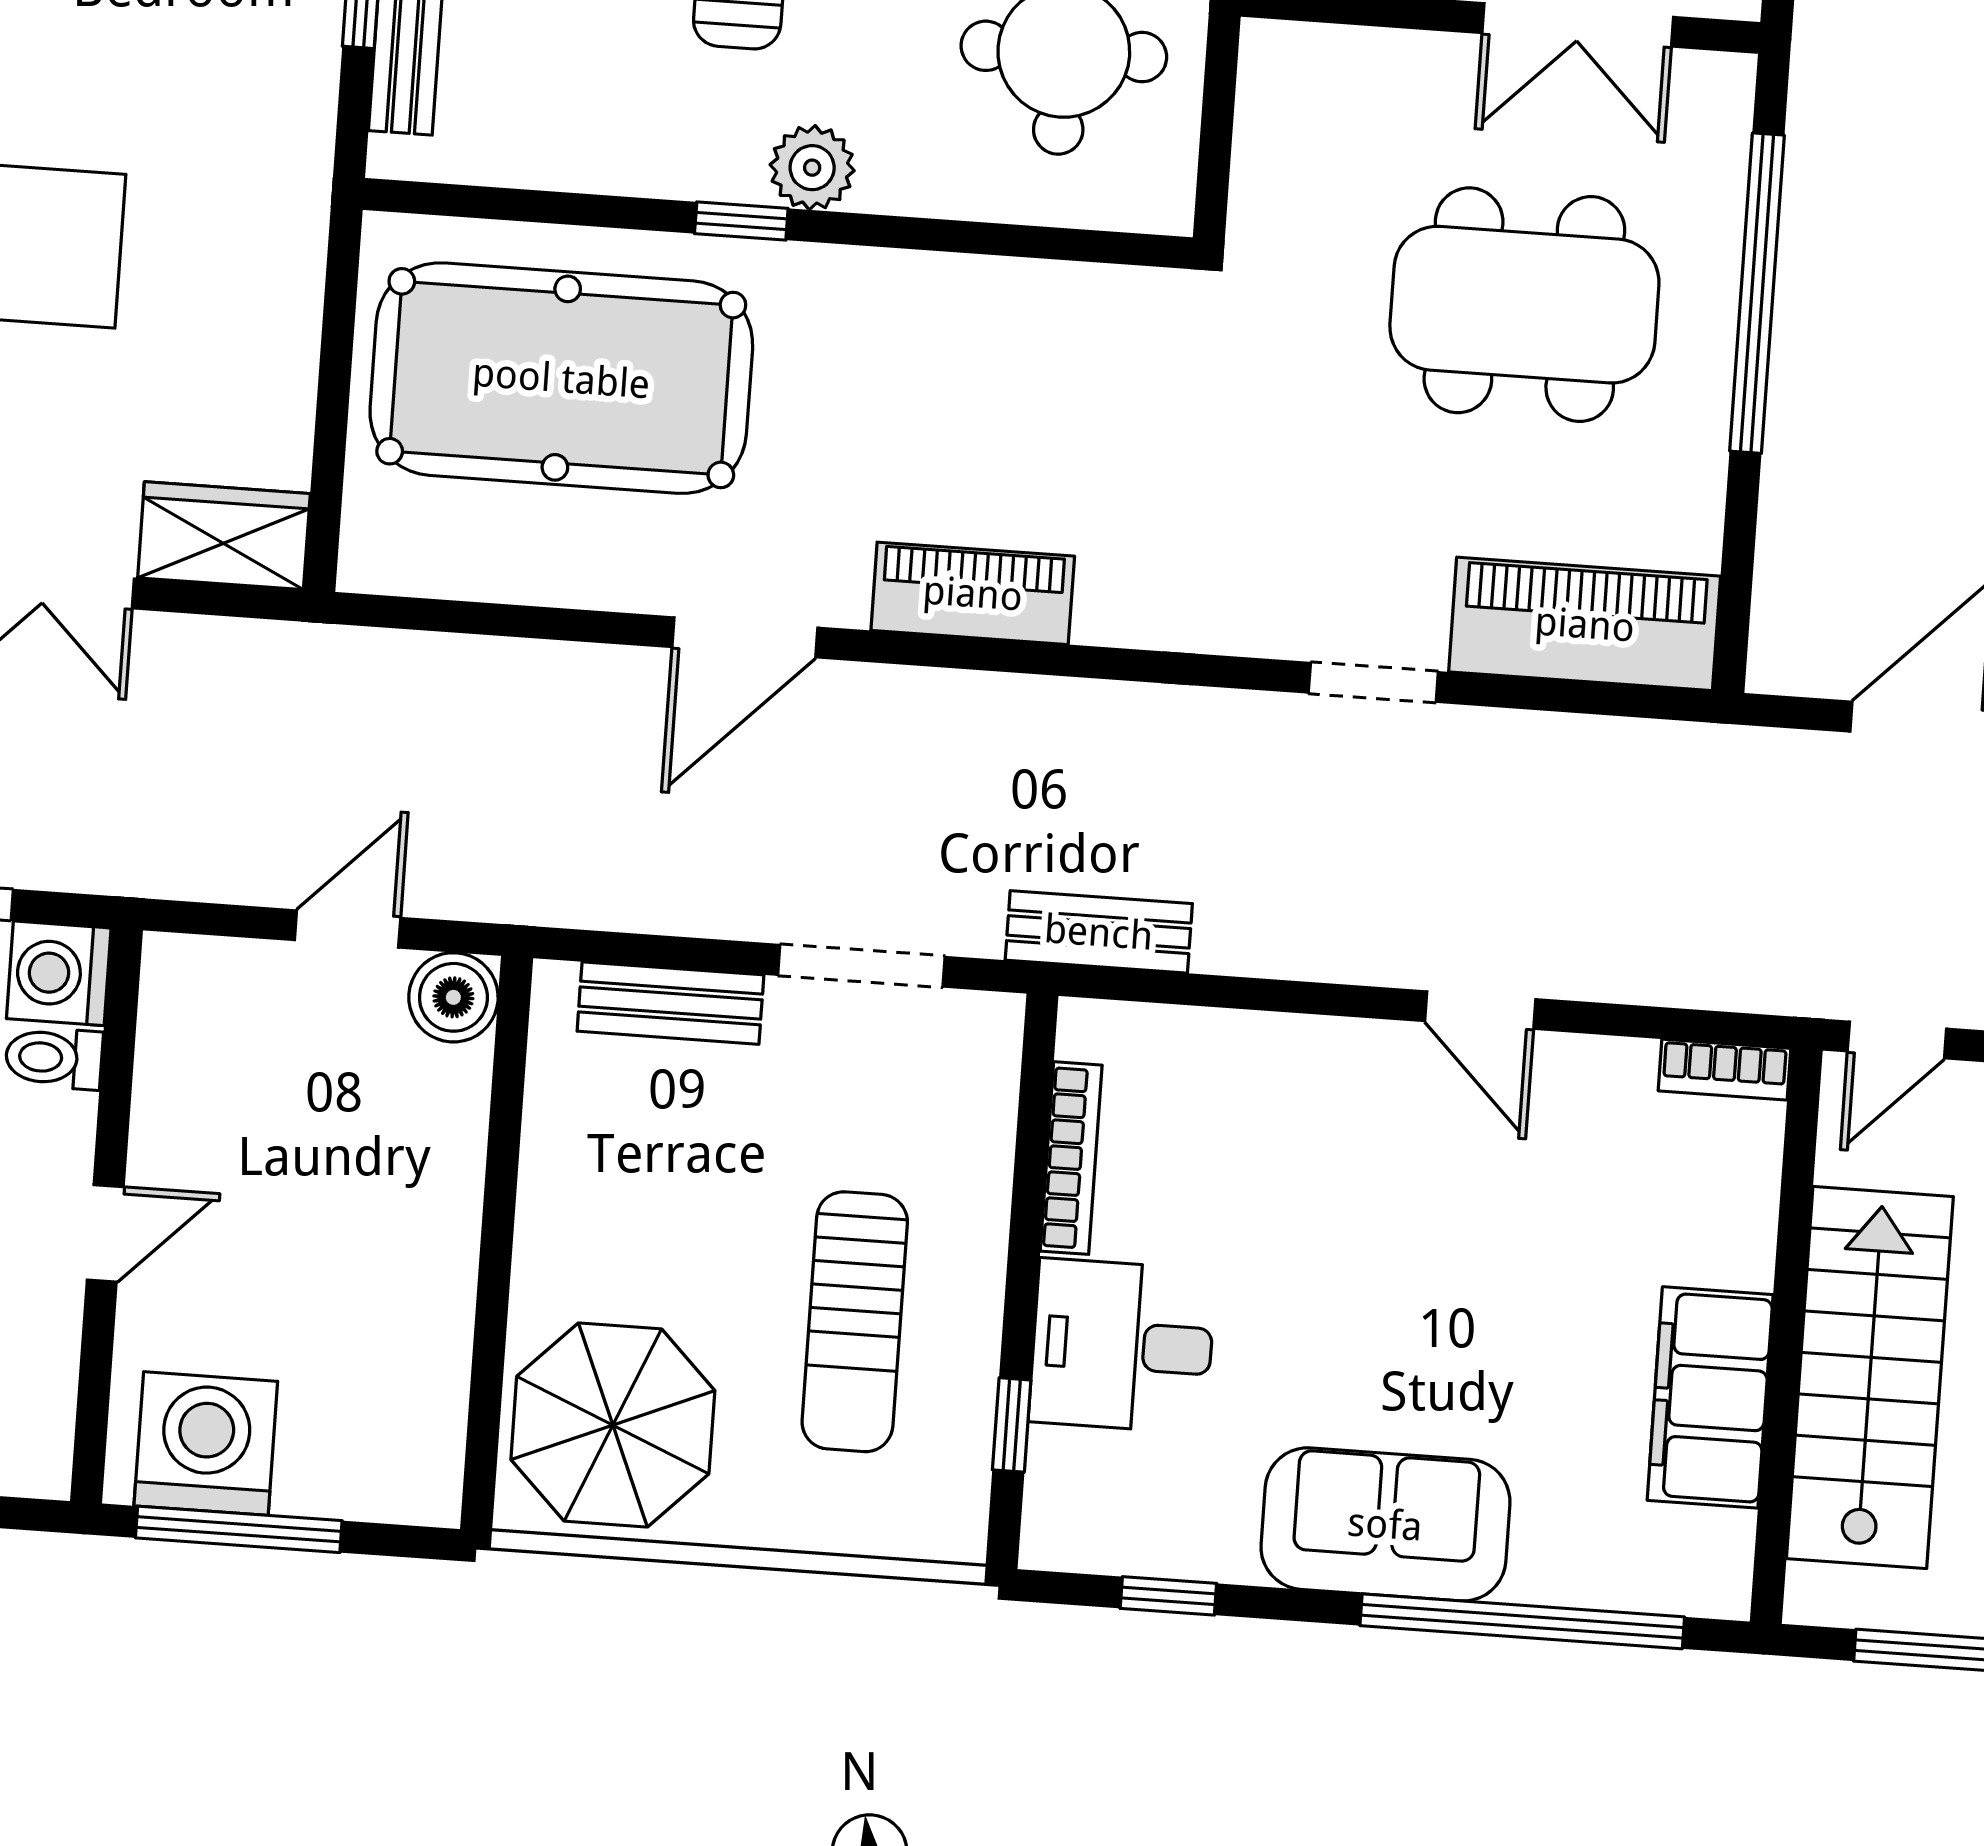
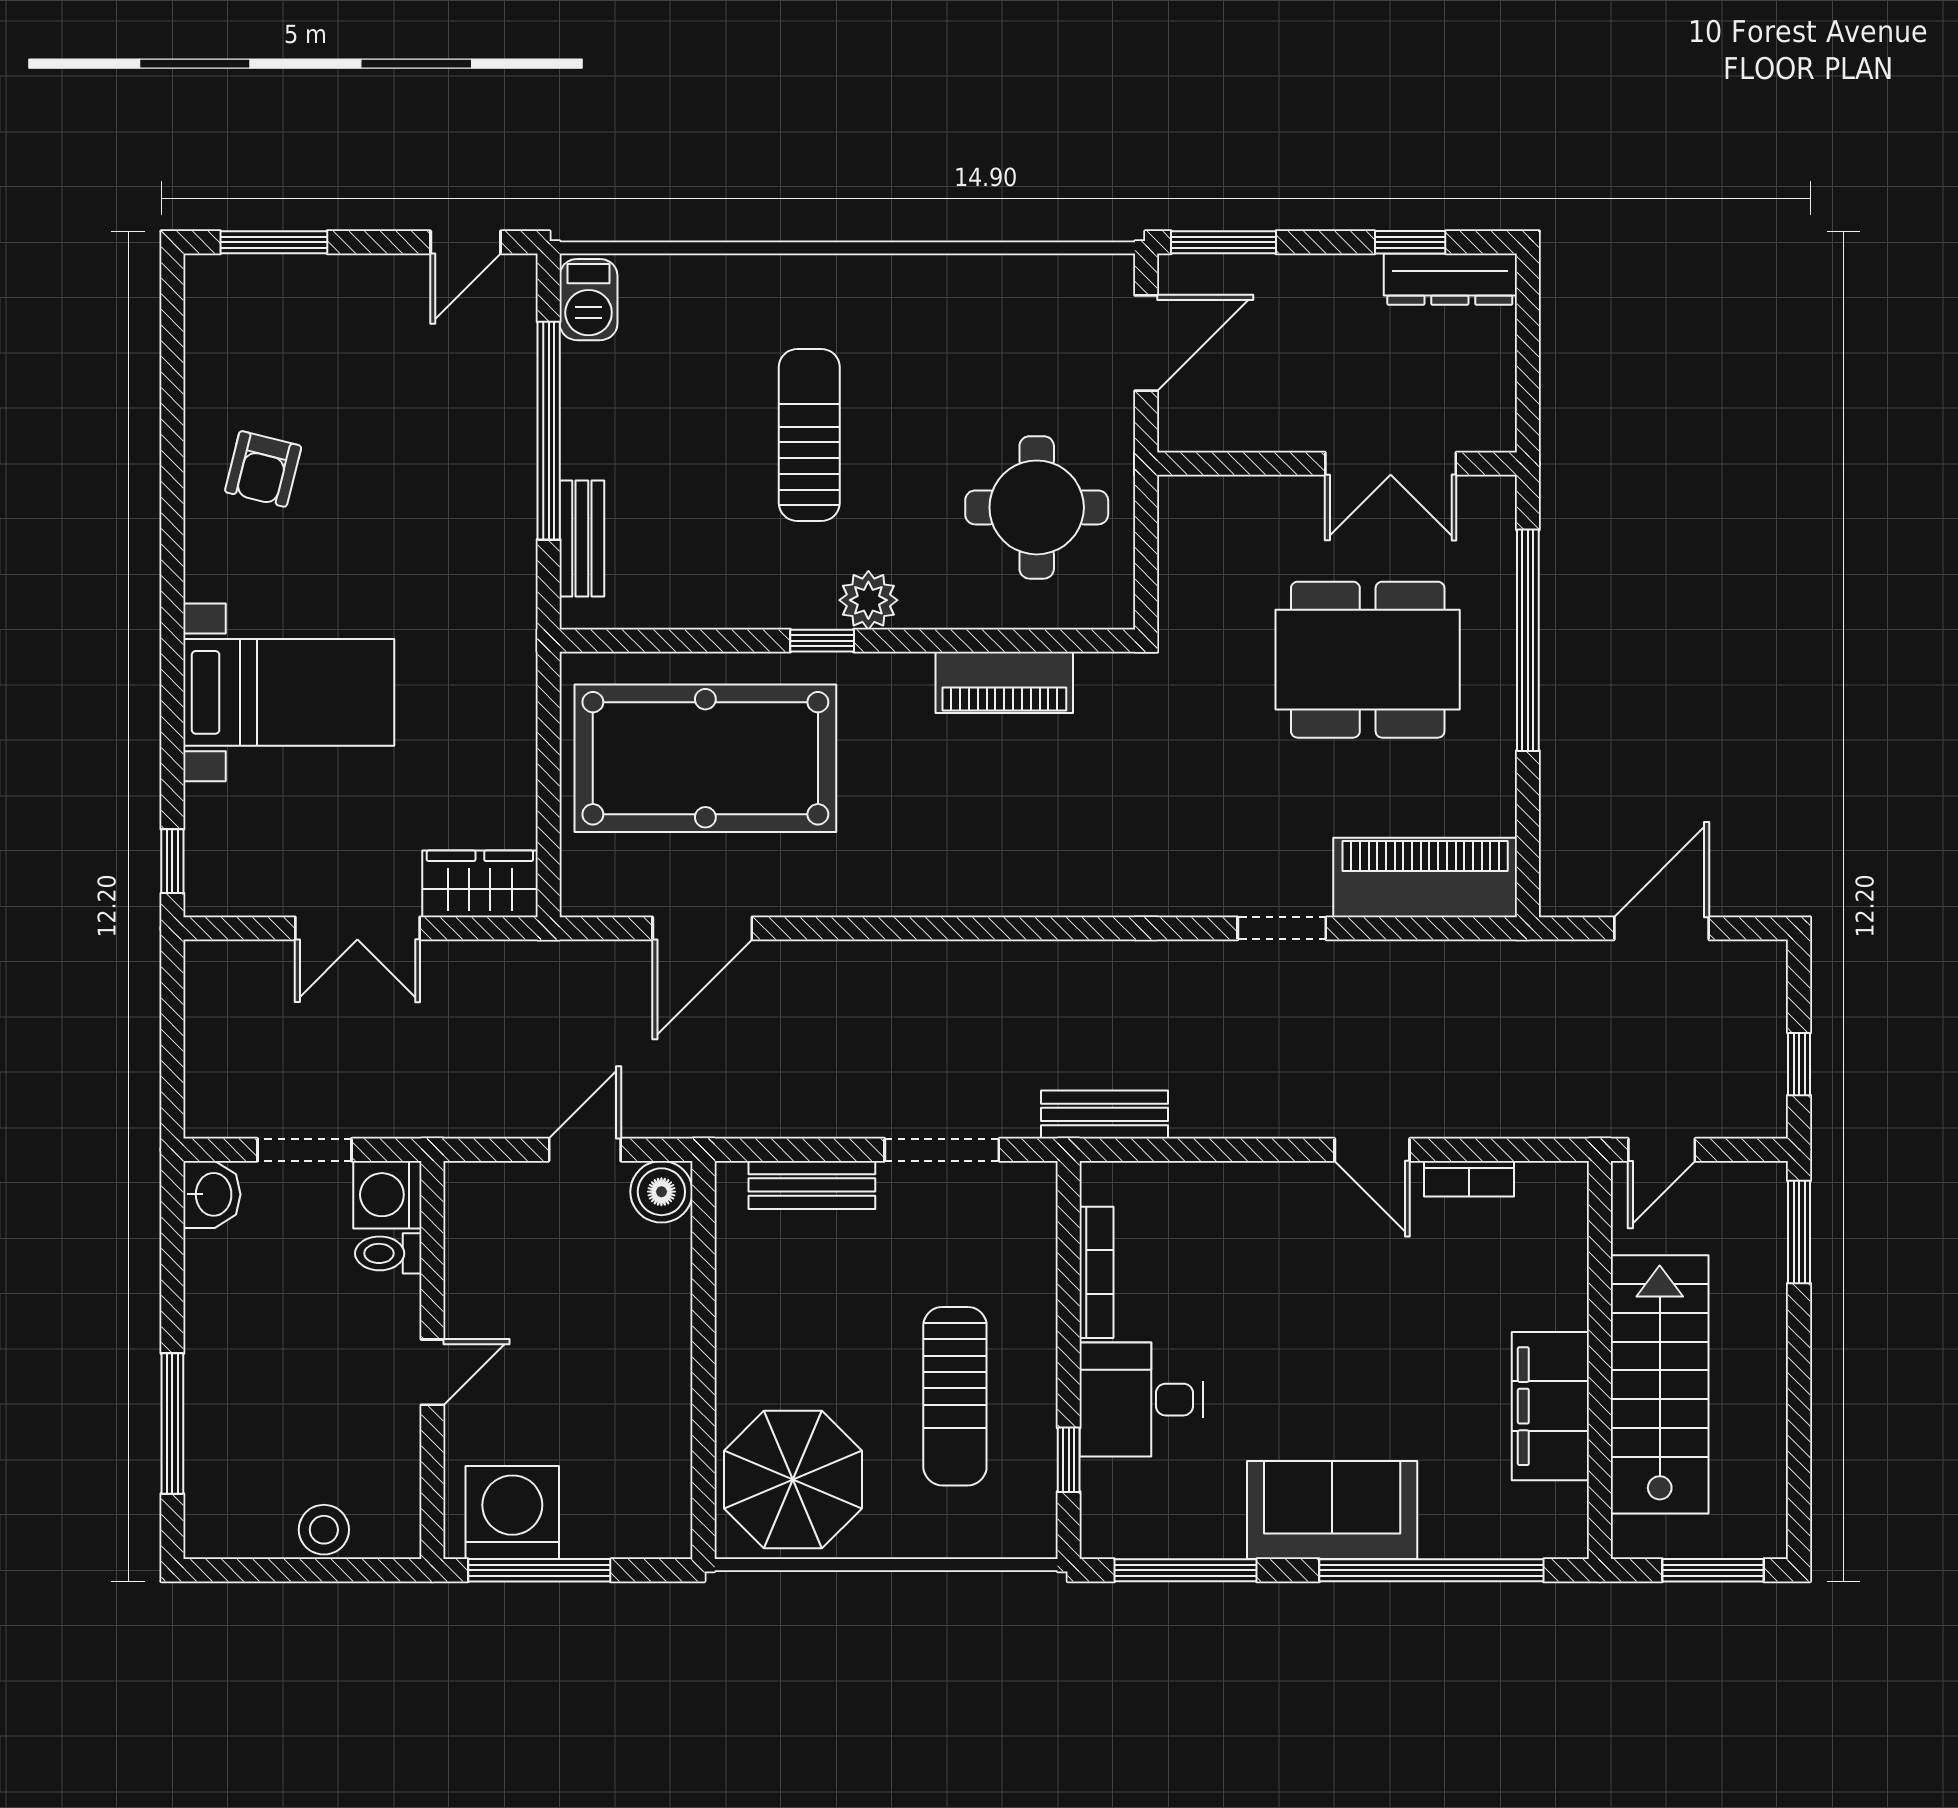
piano: (973, 593) -> (1004, 682), moved, turned 180
door: (745, 637) -> (702, 928), moved
bookcase: (1725, 1070) -> (1469, 1179), moved
window: (1168, 1596) -> (1185, 1570), width x2.17

